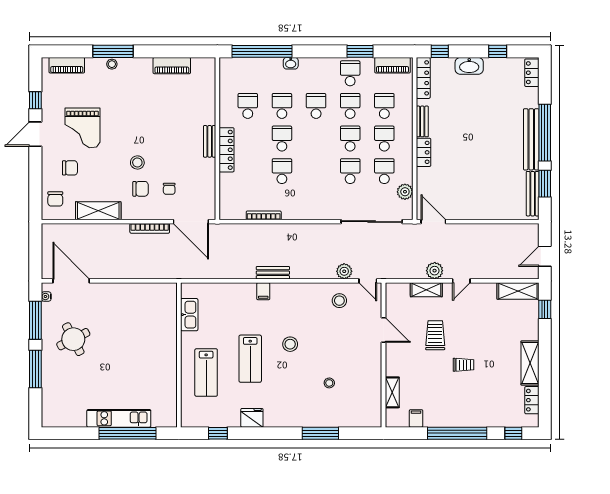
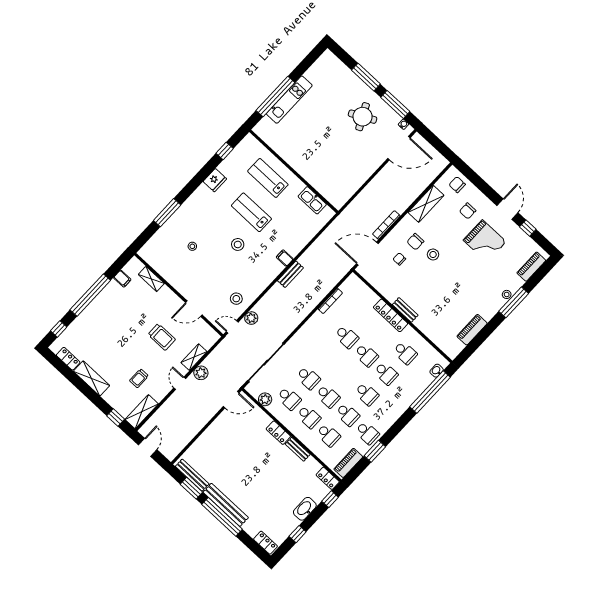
washbasin: (291, 63) -> (437, 371), moved
locker: (423, 78) -> (328, 478), width x0.66
grand piano: (82, 128) -> (485, 241), turned 180
trolley: (463, 365) -> (139, 378), moved

